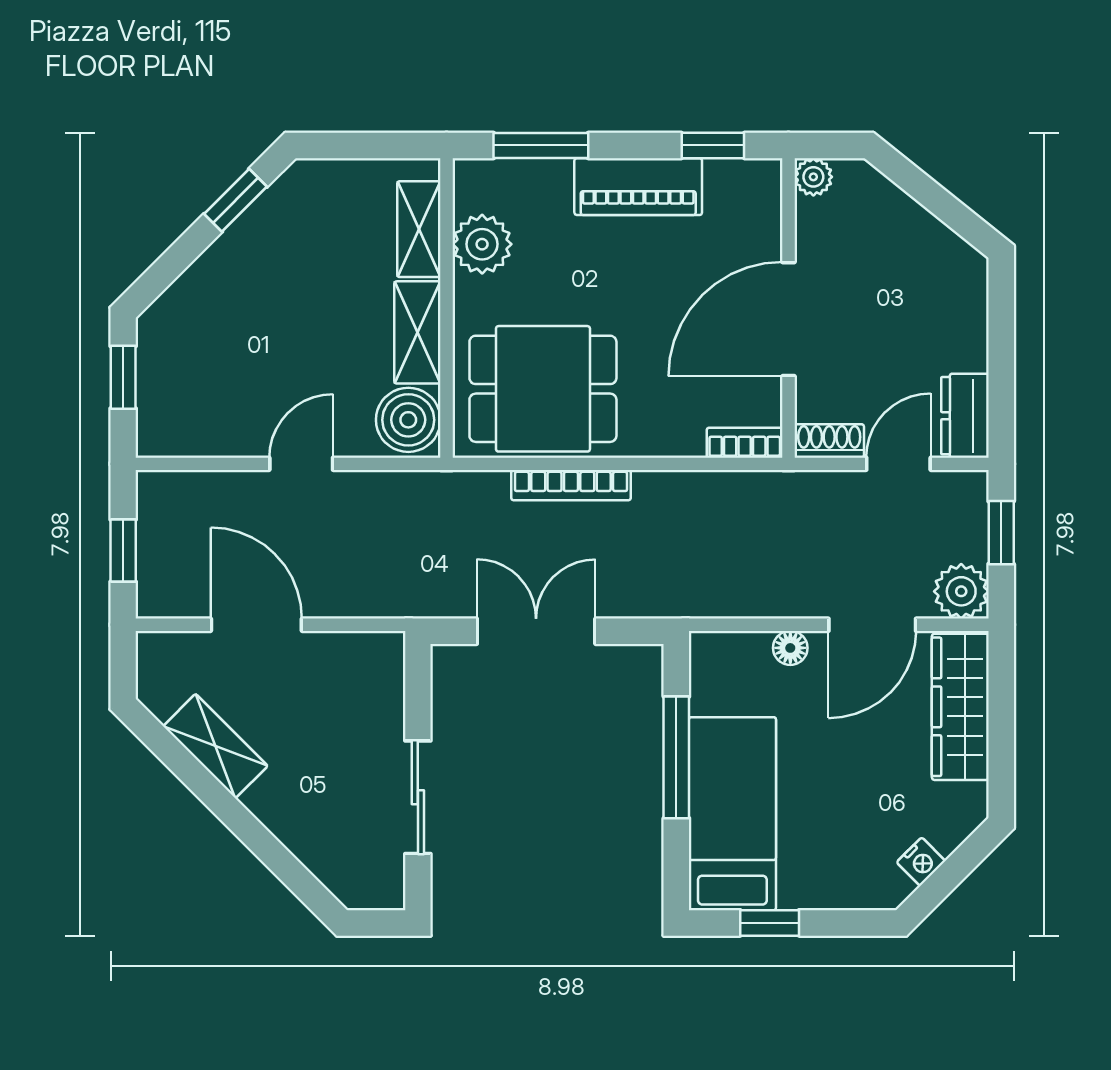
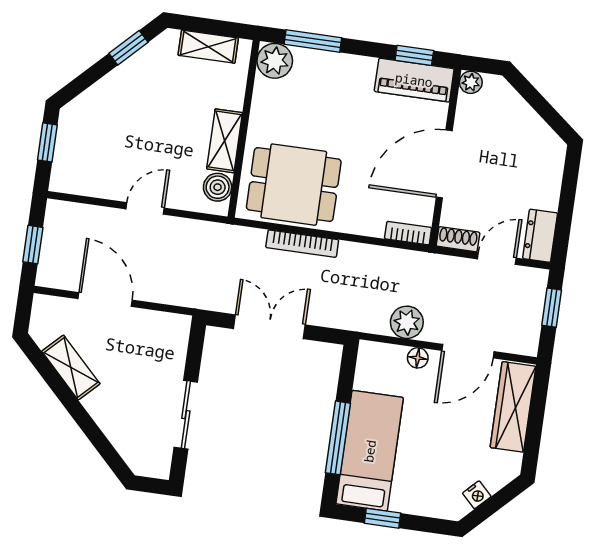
piano: (638, 187) -> (414, 80), moved
shelving: (419, 229) -> (208, 47), moved, turned 90
plant: (482, 244) -> (275, 61), moved
boiler: (408, 420) -> (218, 187), width x0.73, depth x0.73
plant: (961, 591) -> (407, 322), moved
window: (676, 757) -> (338, 438), moved

